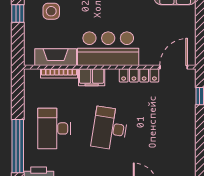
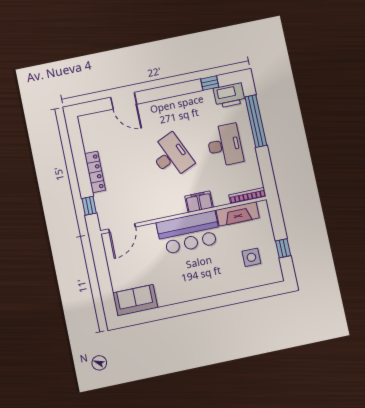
bookcase: (59, 73) -> (247, 196), moved
locker: (139, 75) -> (95, 172), moved, turned 90
desk: (110, 128) -> (171, 156), turned -33

